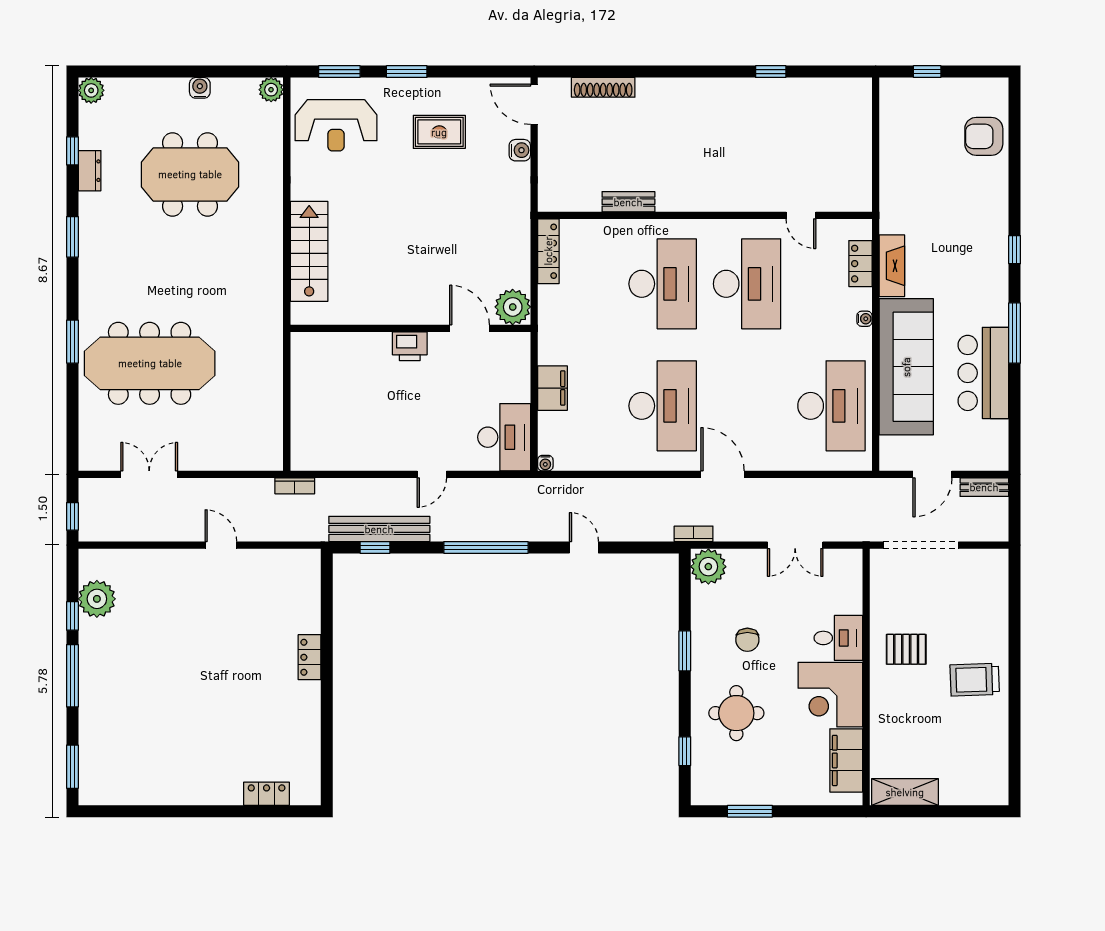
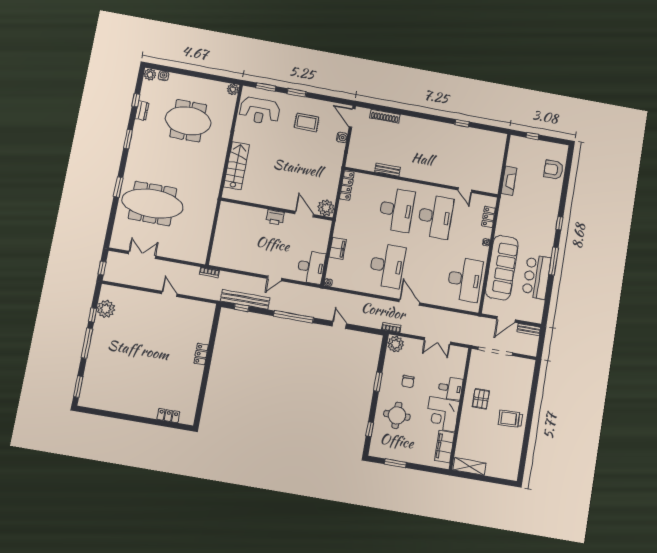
water cooler: (200, 88) -> (163, 76), moved
fireplace: (892, 266) -> (509, 181), moved
pallet: (906, 649) -> (481, 399), turned 90

